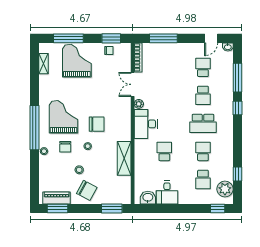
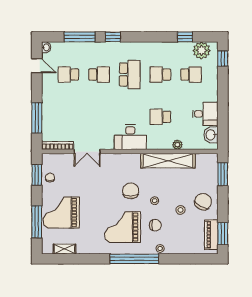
plant: (139, 104) -> (177, 145), moved
shelving: (124, 158) -> (168, 161), width x1.47

